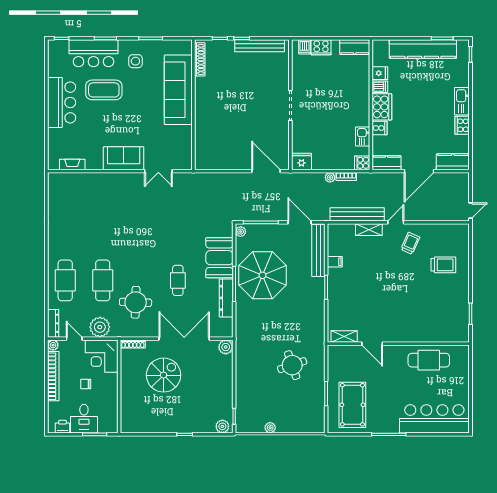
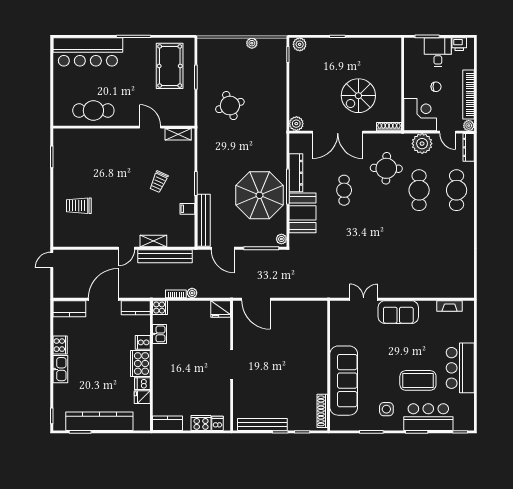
trolley: (410, 243) -> (159, 182), moved

